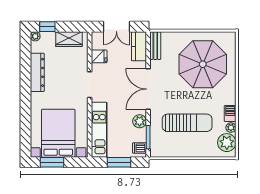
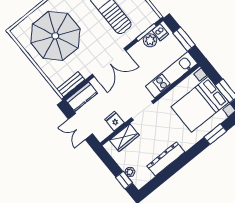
double door: (116, 27) -> (80, 127), swing flipped
plant: (35, 36) -> (130, 172), moved
wardrobe: (69, 39) -> (124, 138), moved, turned 90
plant: (140, 121) -> (150, 40), moved
window: (26, 126) -> (215, 134), added

